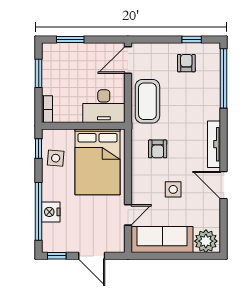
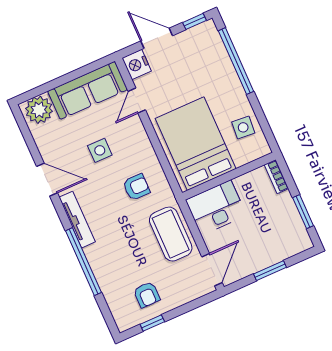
window: (70, 39) -> (270, 271), moved
window: (224, 78) -> (83, 262), moved
window: (39, 148) -> (267, 130), removed
armchair: (158, 149) -> (136, 187), turned 90
nightstand: (51, 212) -> (137, 64), moved, turned 180

